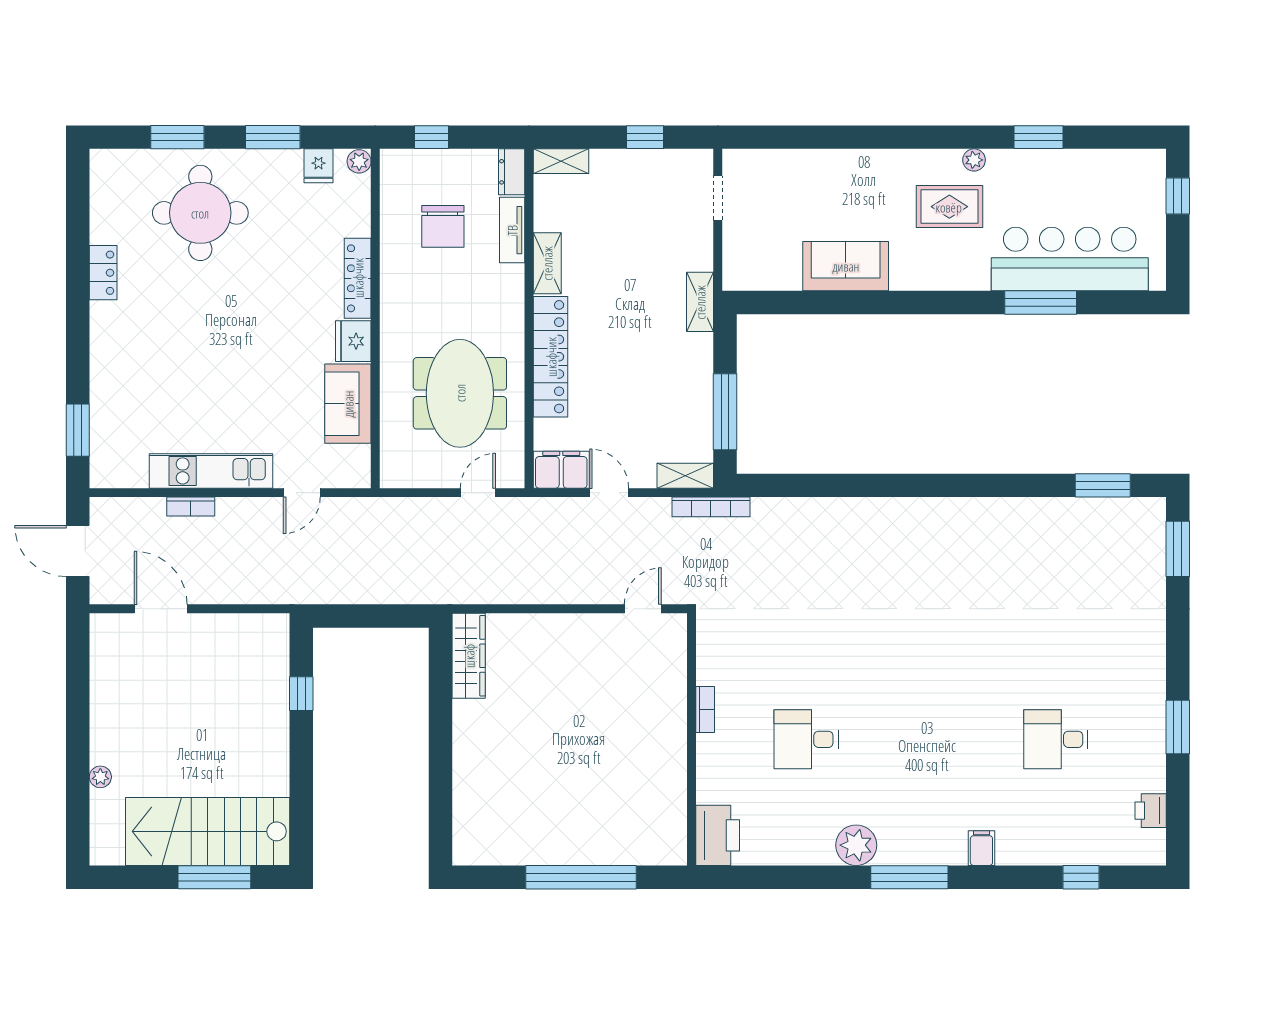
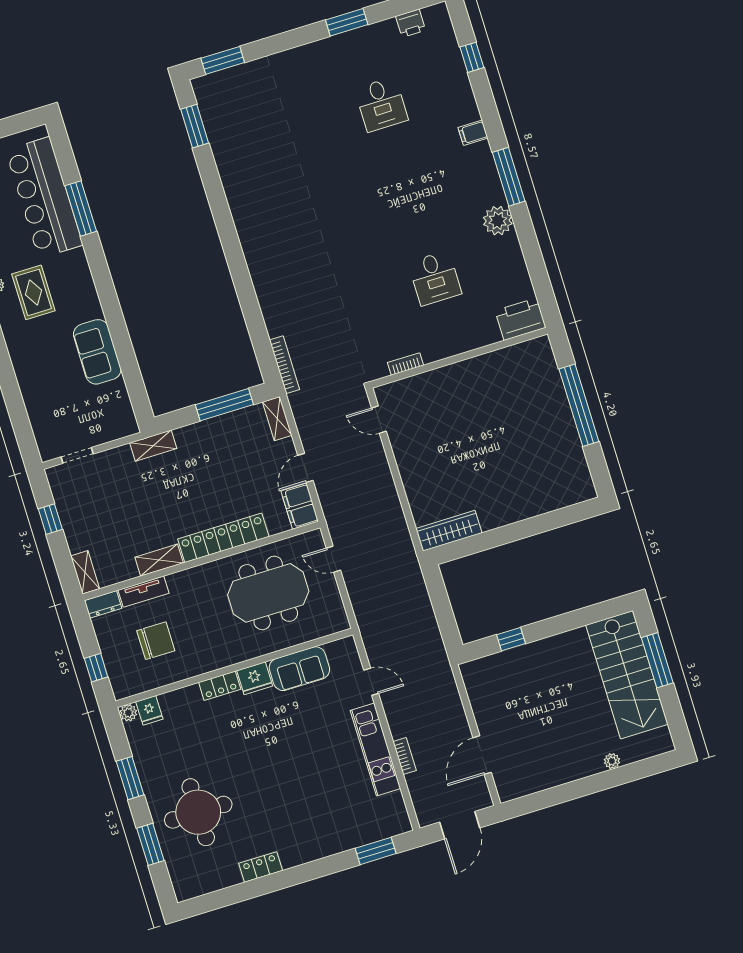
fridge: (319, 166) -> (149, 710), moved, turned 90
locker: (358, 278) -> (220, 686), width x0.66
bookcase: (711, 507) -> (284, 365), moved
bookcase: (705, 710) -> (406, 364), moved

